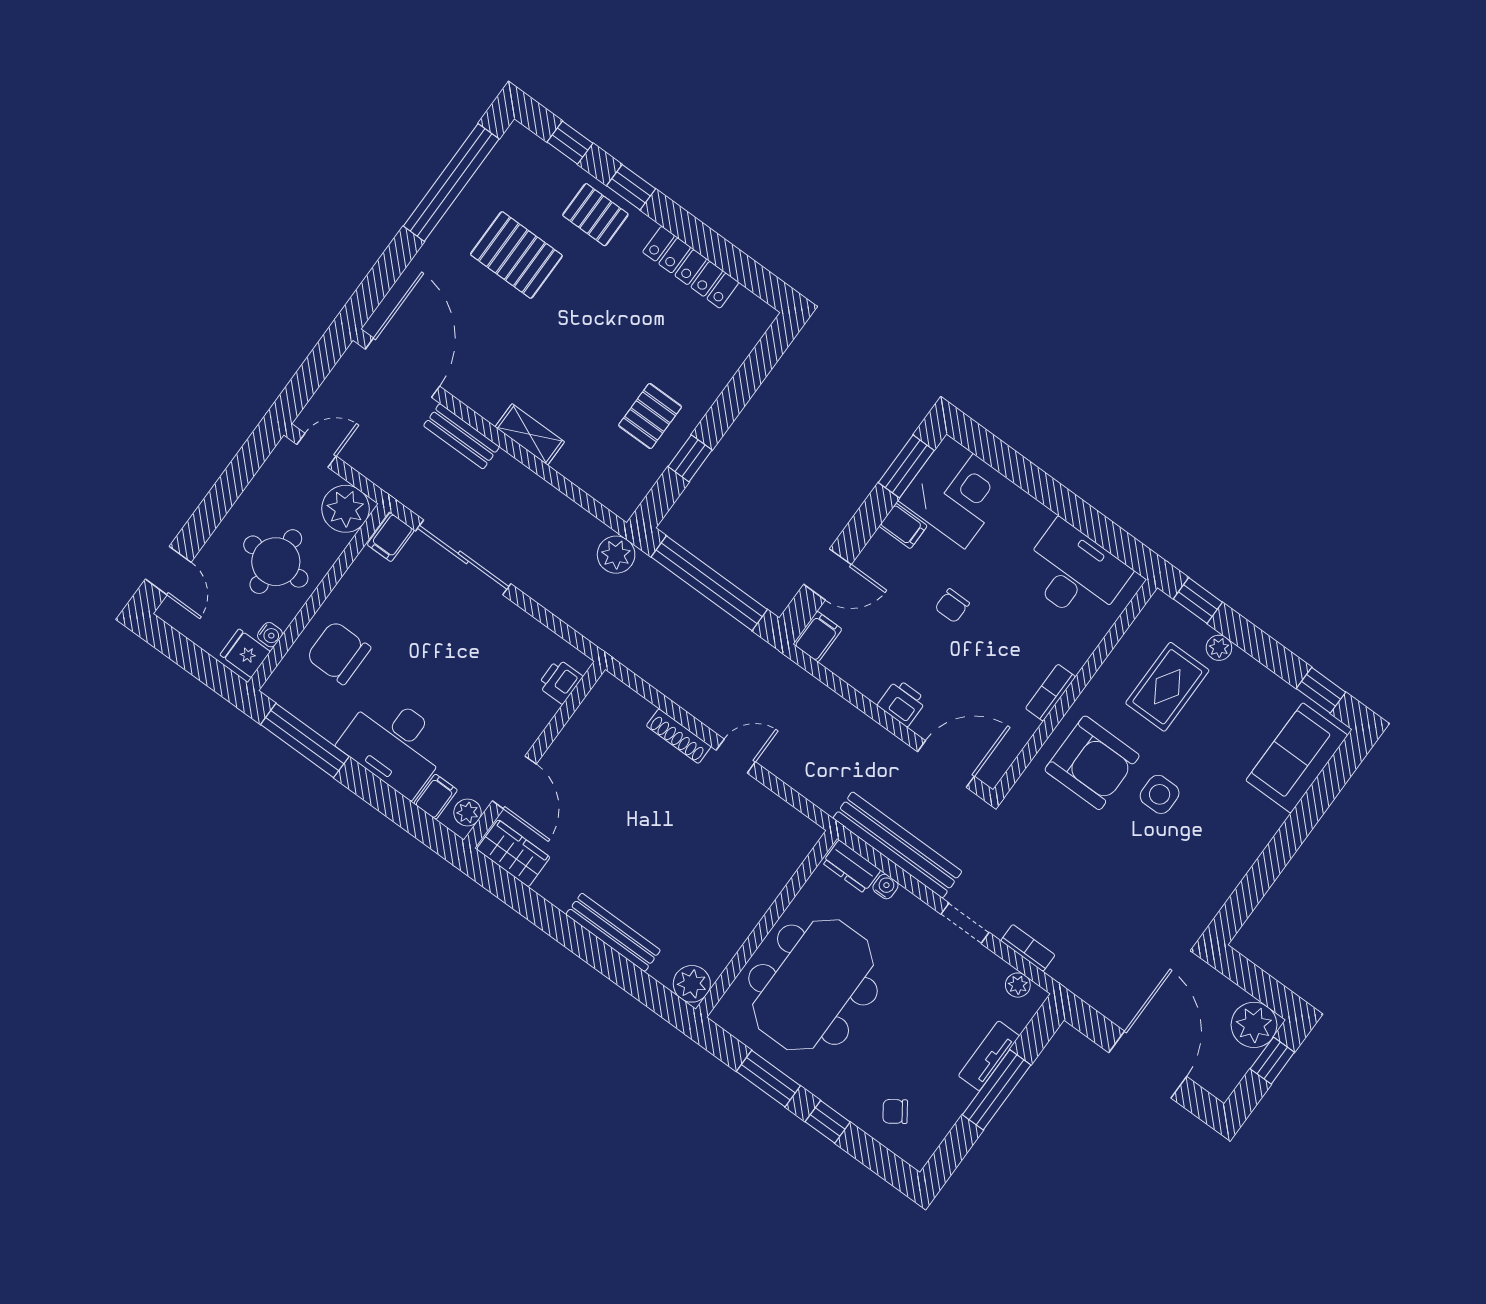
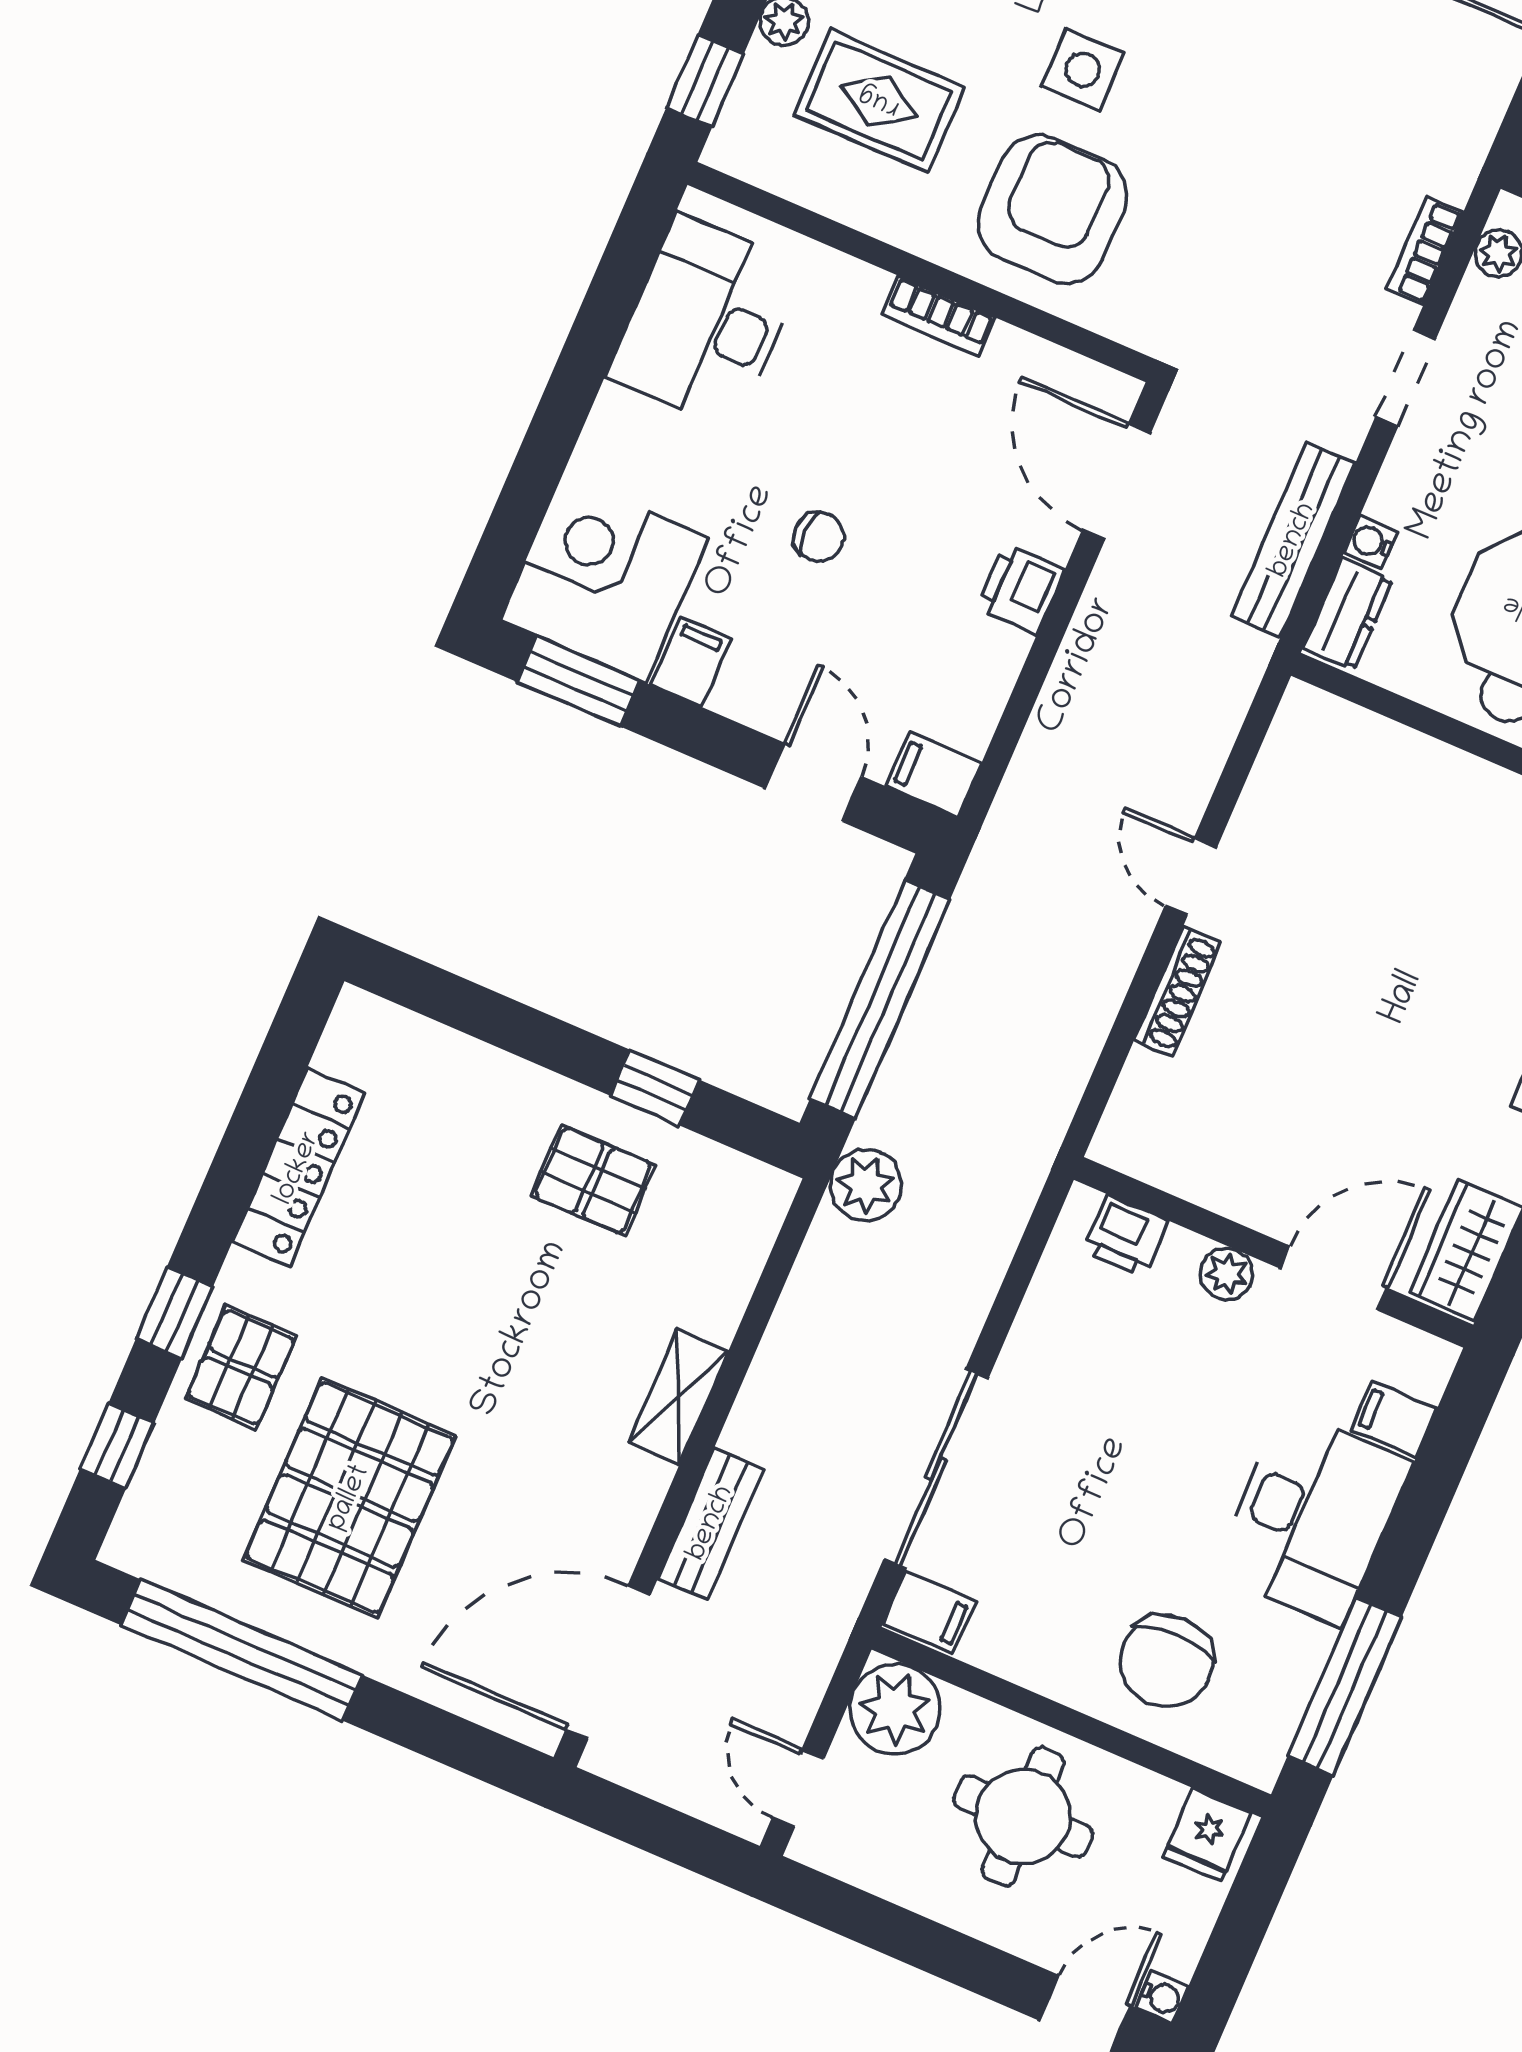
pallet: (516, 255) -> (349, 1498), width x1.37, depth x1.41
water cooler: (270, 635) -> (1162, 1997), moved, turned 90
plant: (468, 812) -> (1227, 1274), moved
bench: (897, 845) -> (1293, 540), width x0.73, depth x0.82

